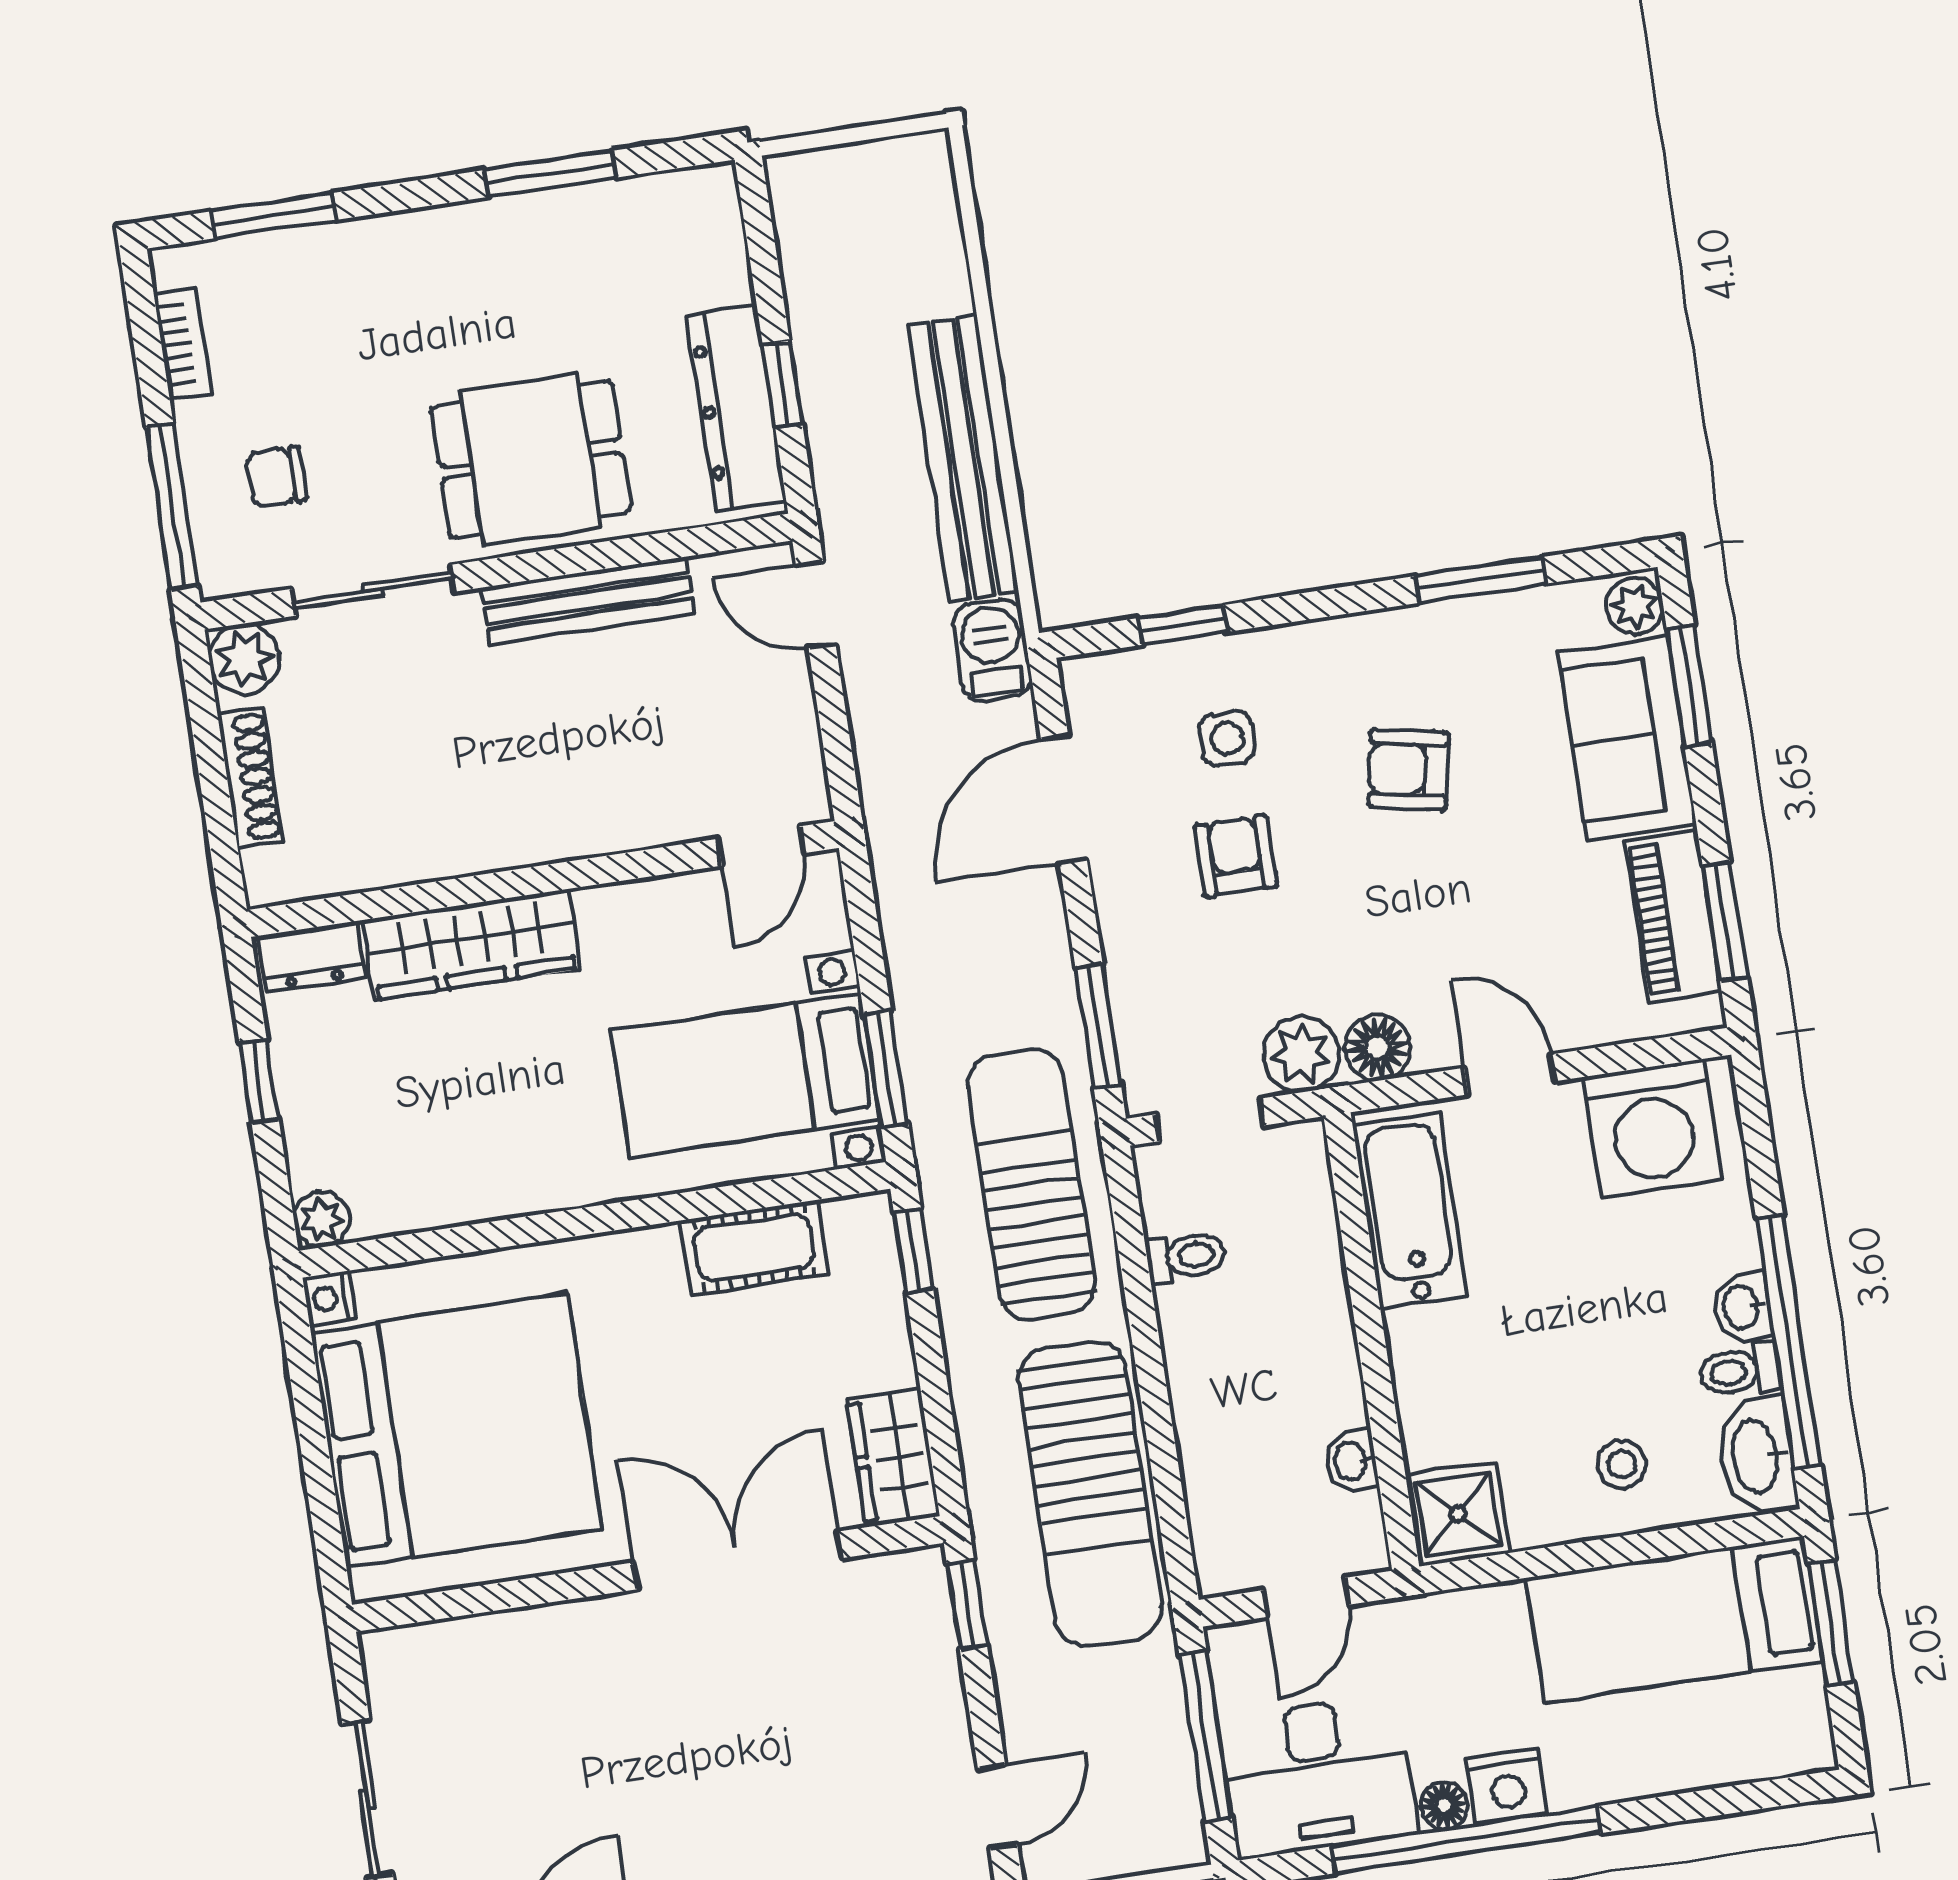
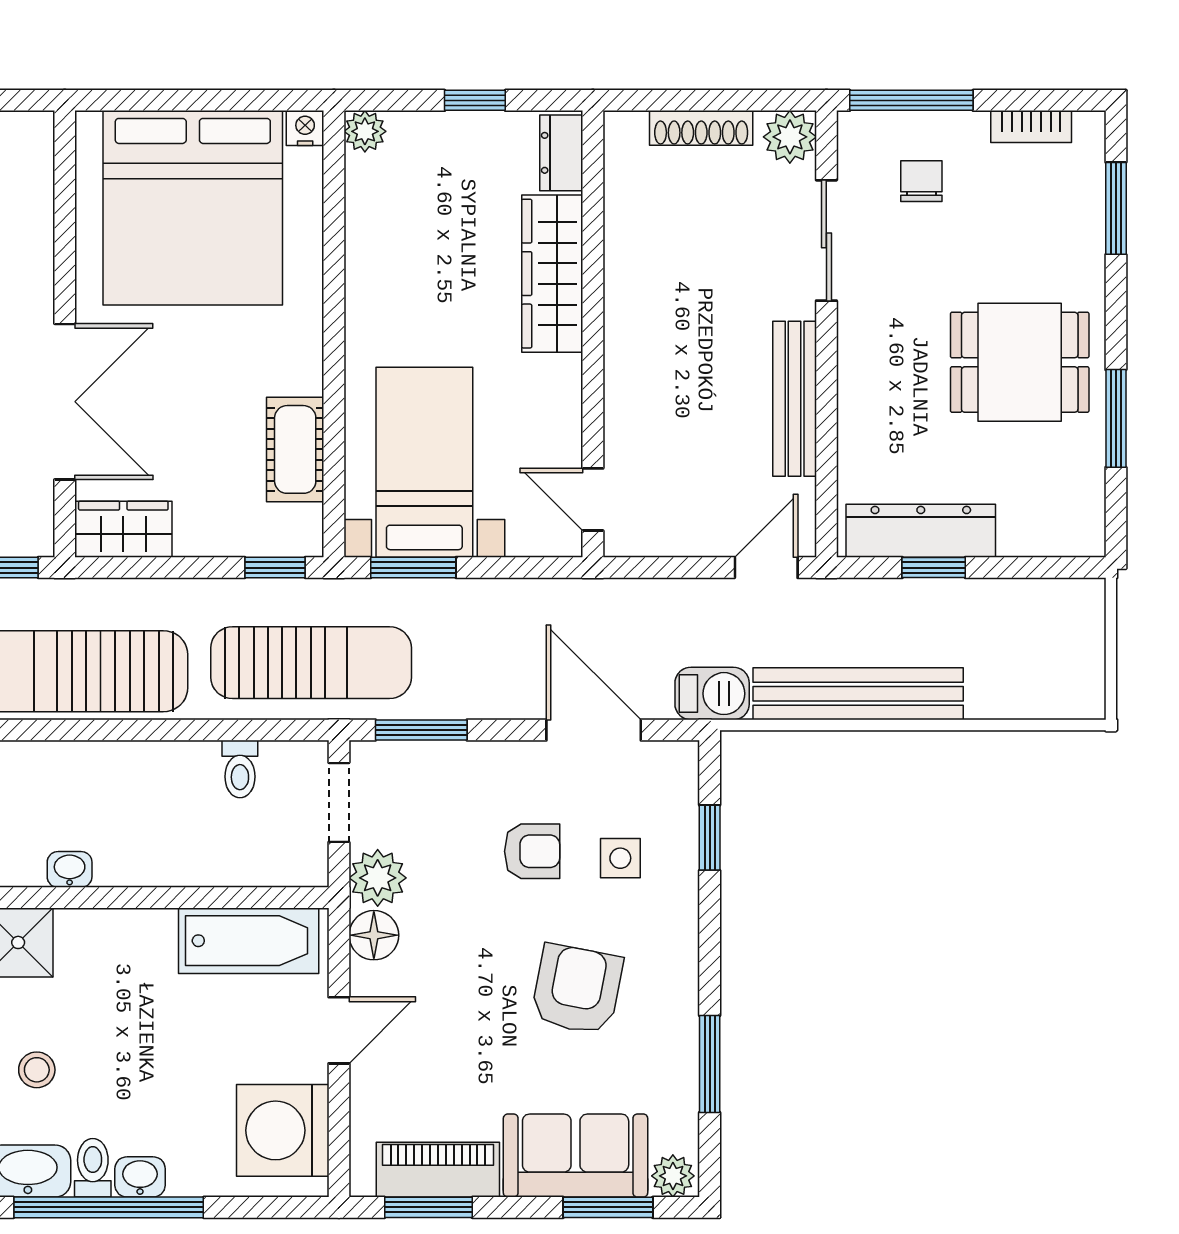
dining table: (531, 459) -> (1020, 362), moved, turned 90
armchair: (1408, 769) -> (577, 989), width x1.38, depth x1.38

